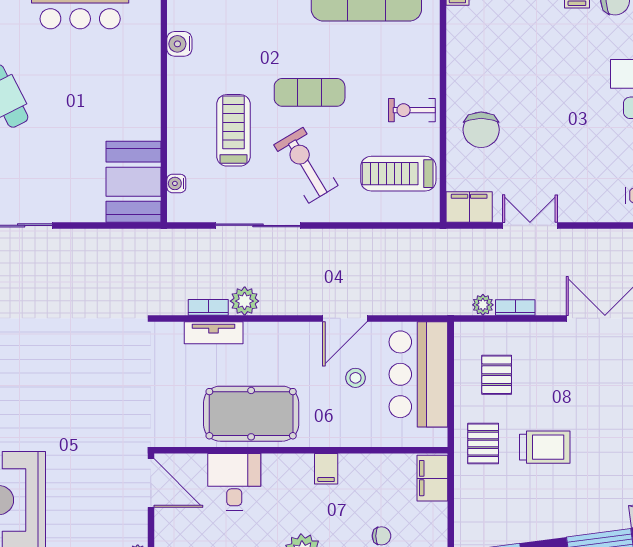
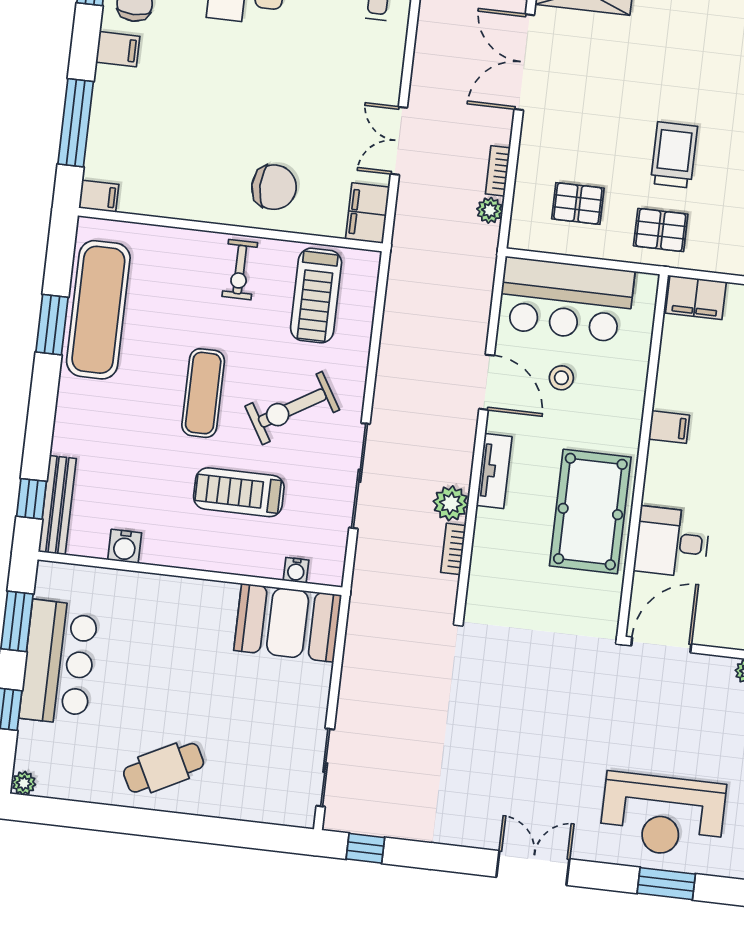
tv unit: (214, 333) -> (494, 471), moved

